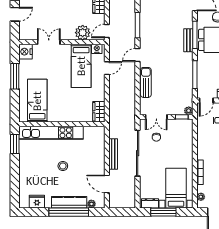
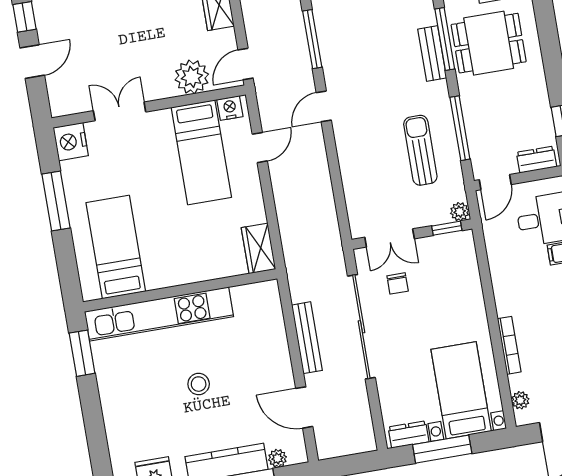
sun lounger: (146, 82) -> (420, 150), moved

